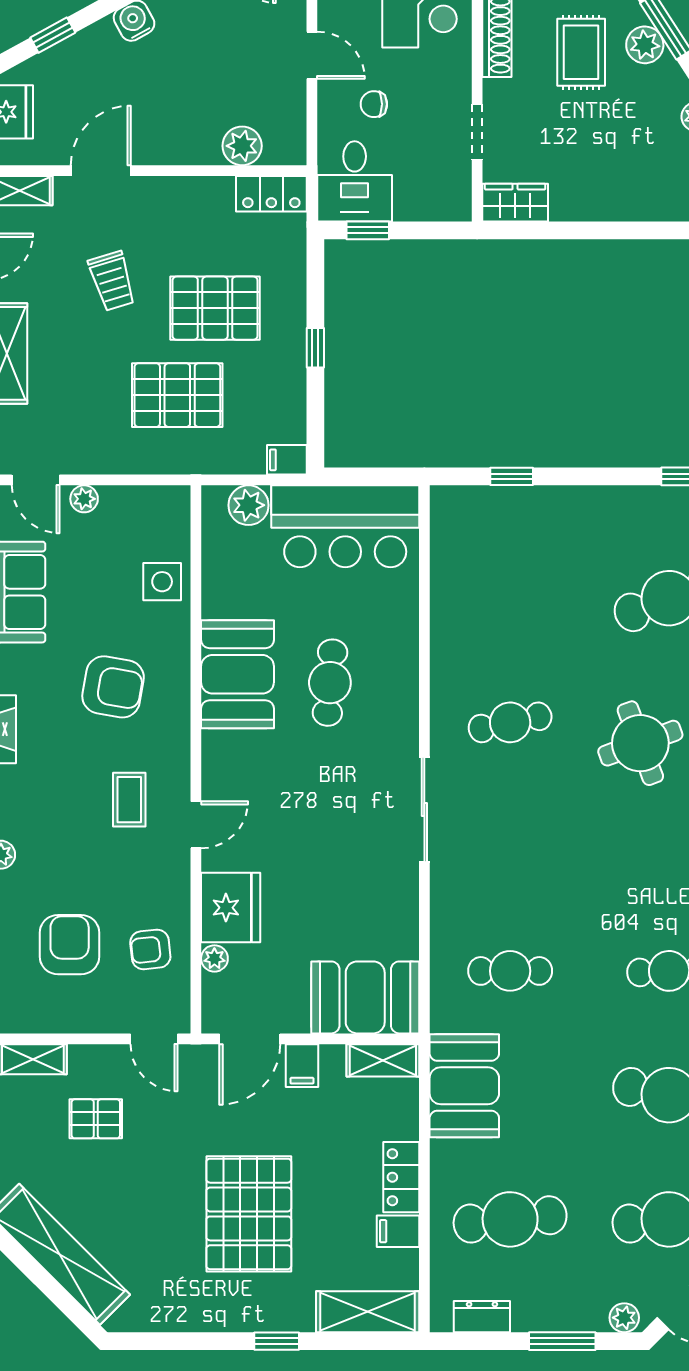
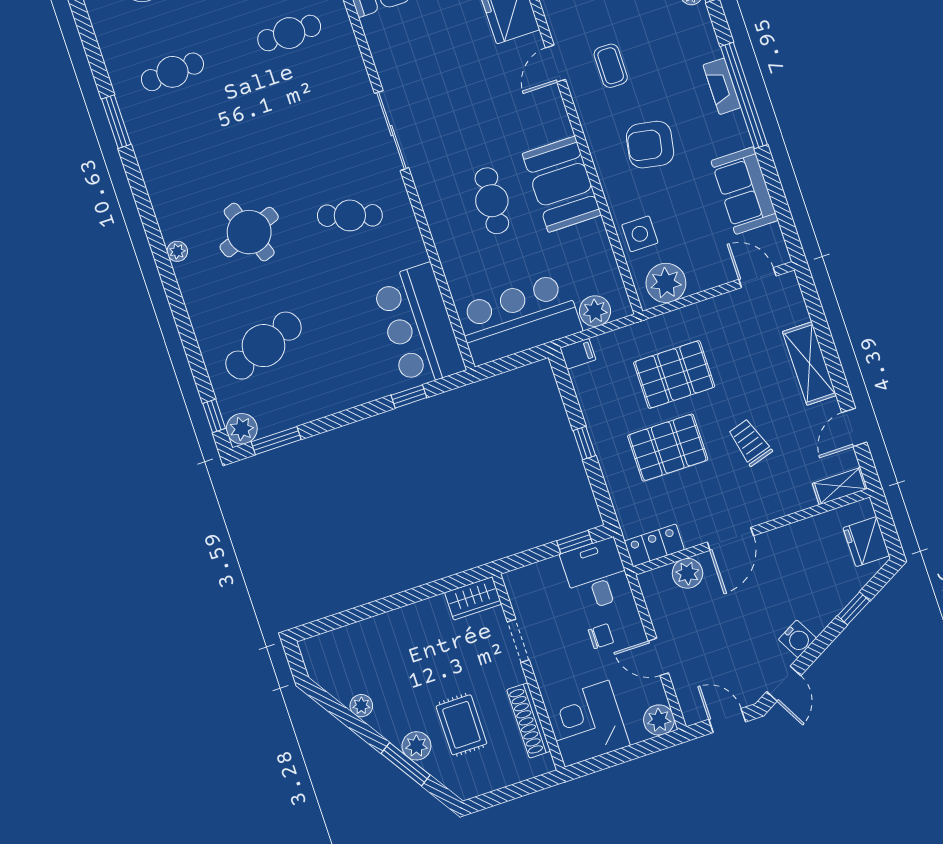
door: (101, 171) -> (730, 539), moved
plant: (84, 499) -> (666, 283), moved, width x1.88, depth x1.88
bar counter: (471, 559) -> (419, 326), added
cafe table: (510, 722) -> (350, 215), turned 30

